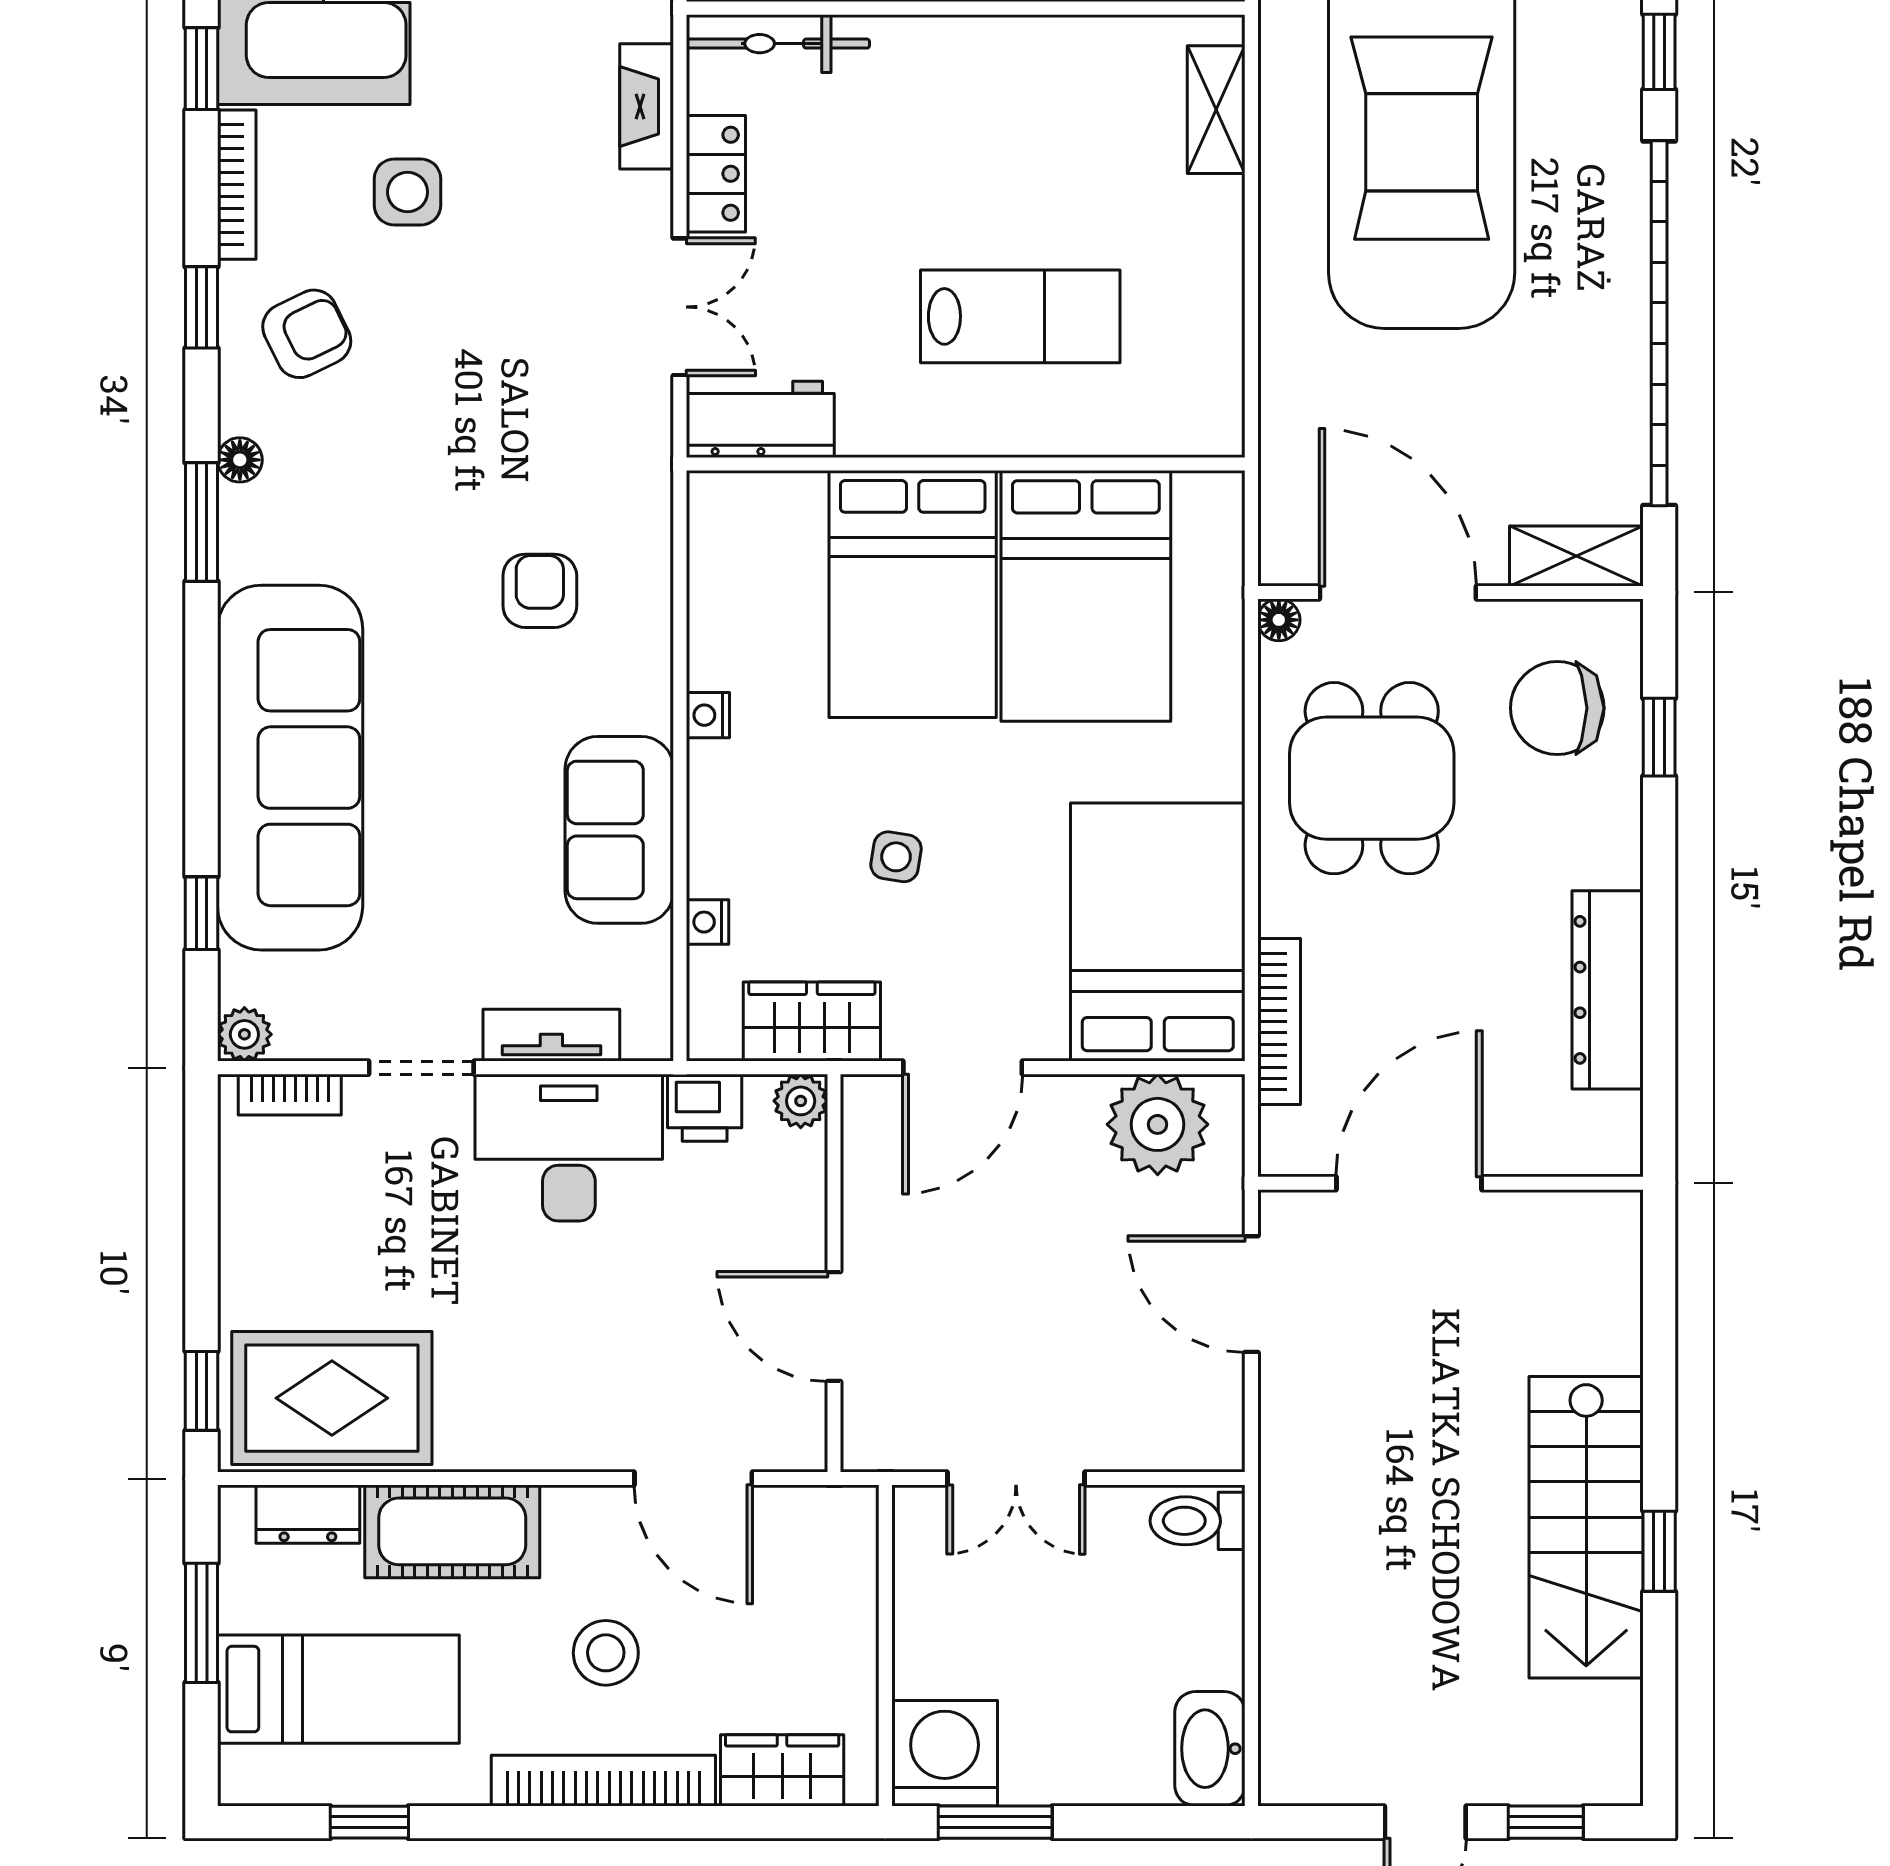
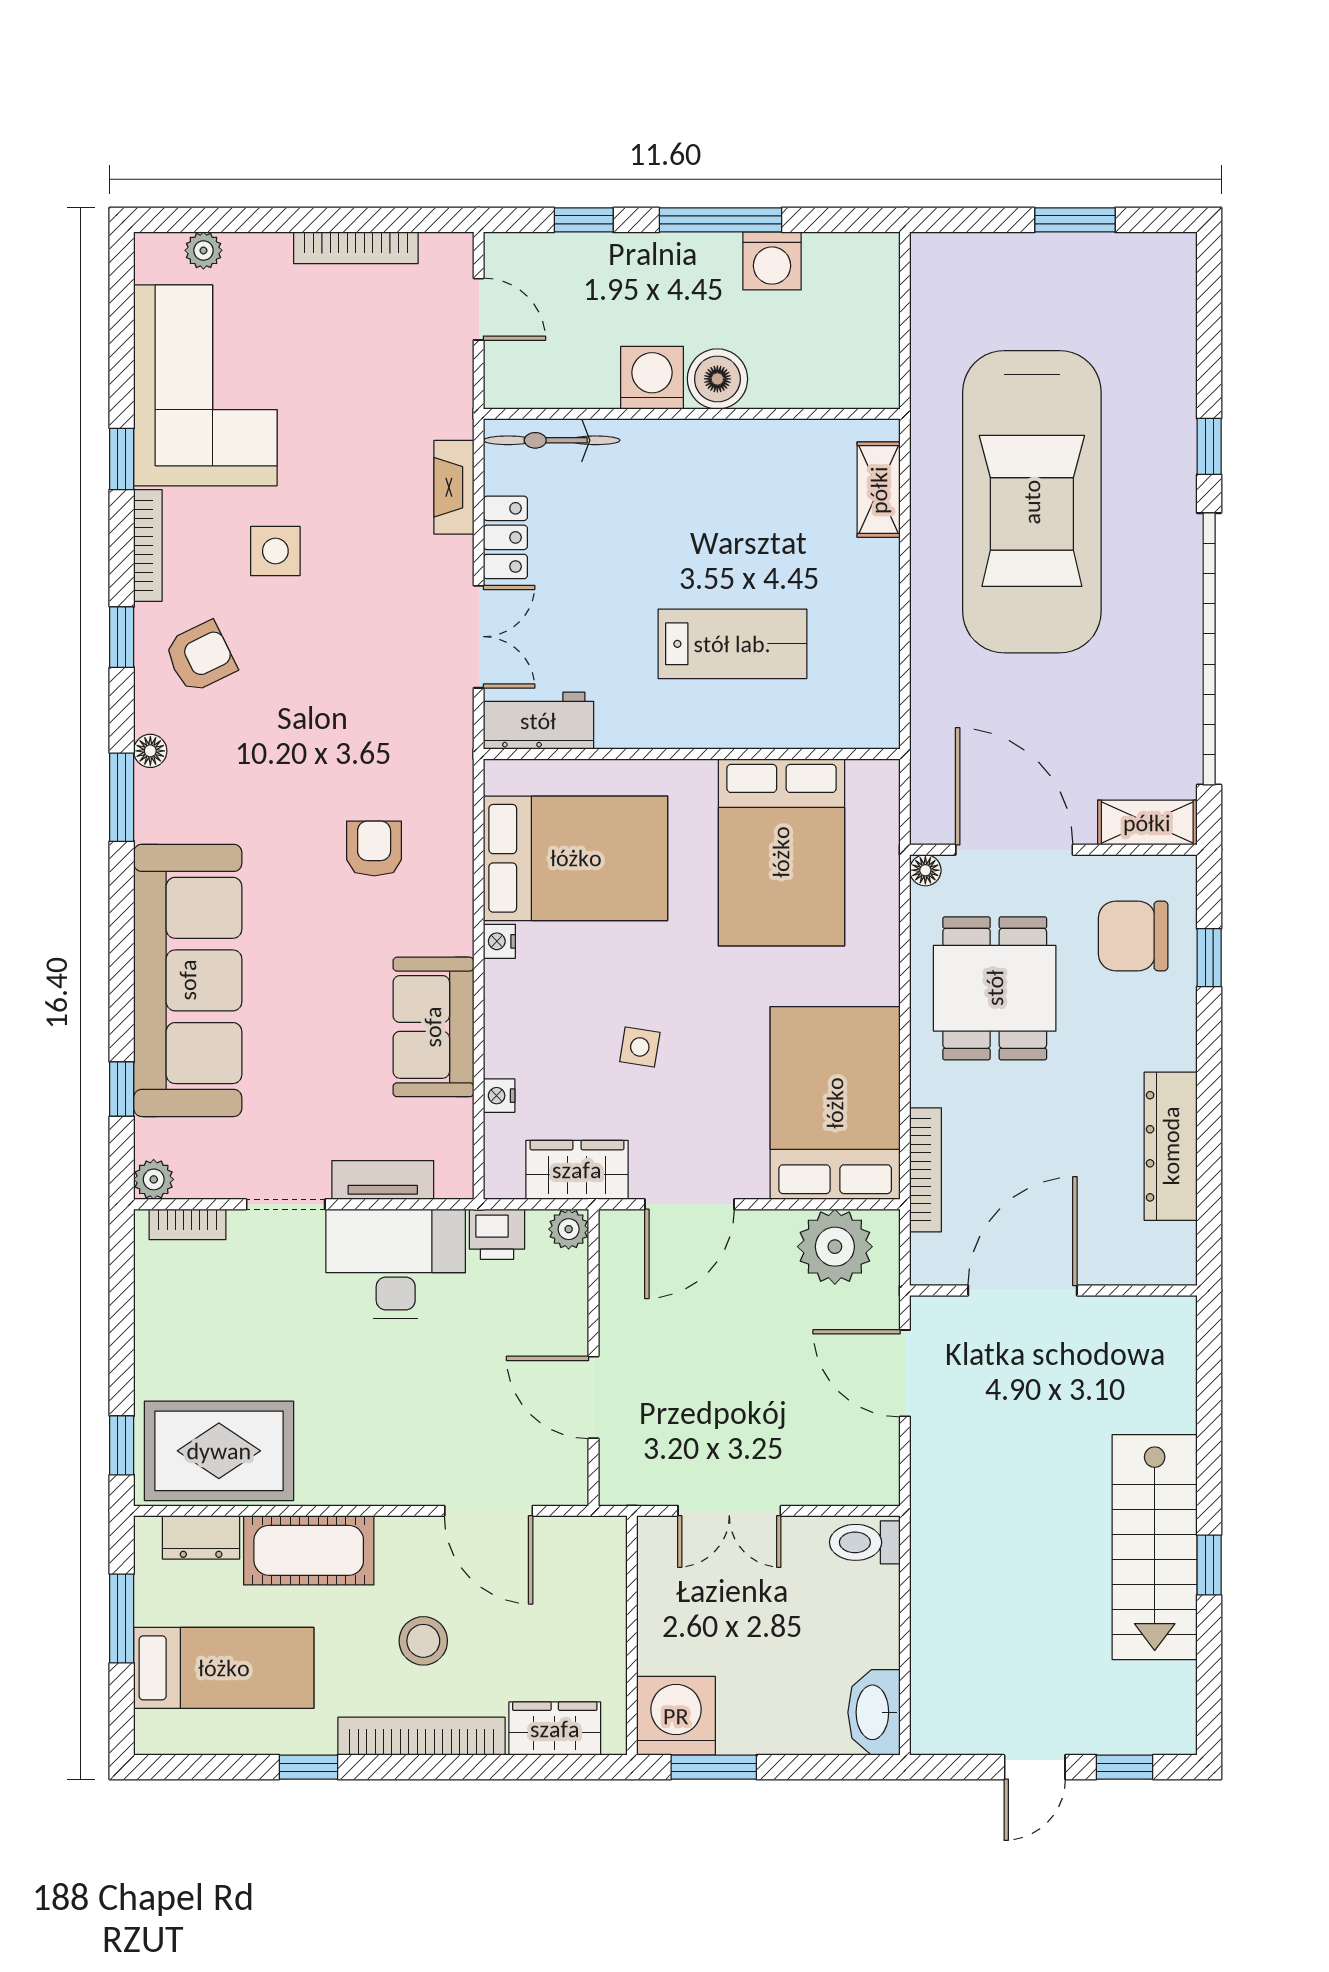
bed: (913, 594) -> (576, 858), moved, turned -90
window: (369, 1822) -> (308, 1767), moved

